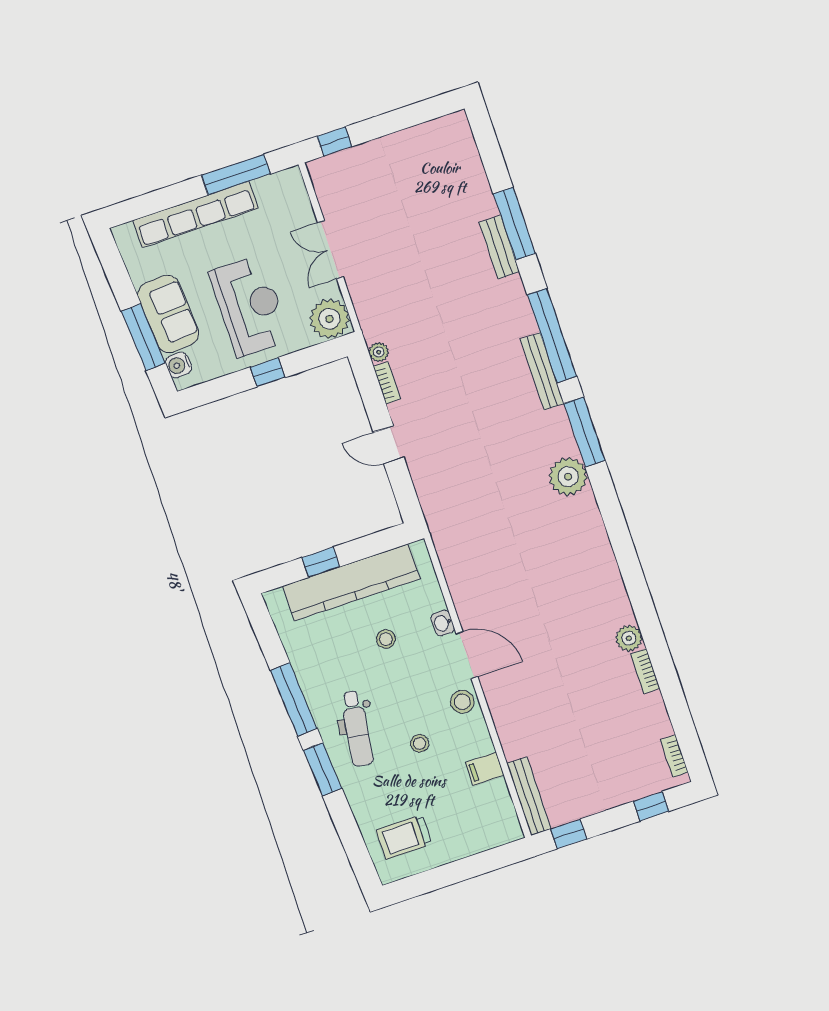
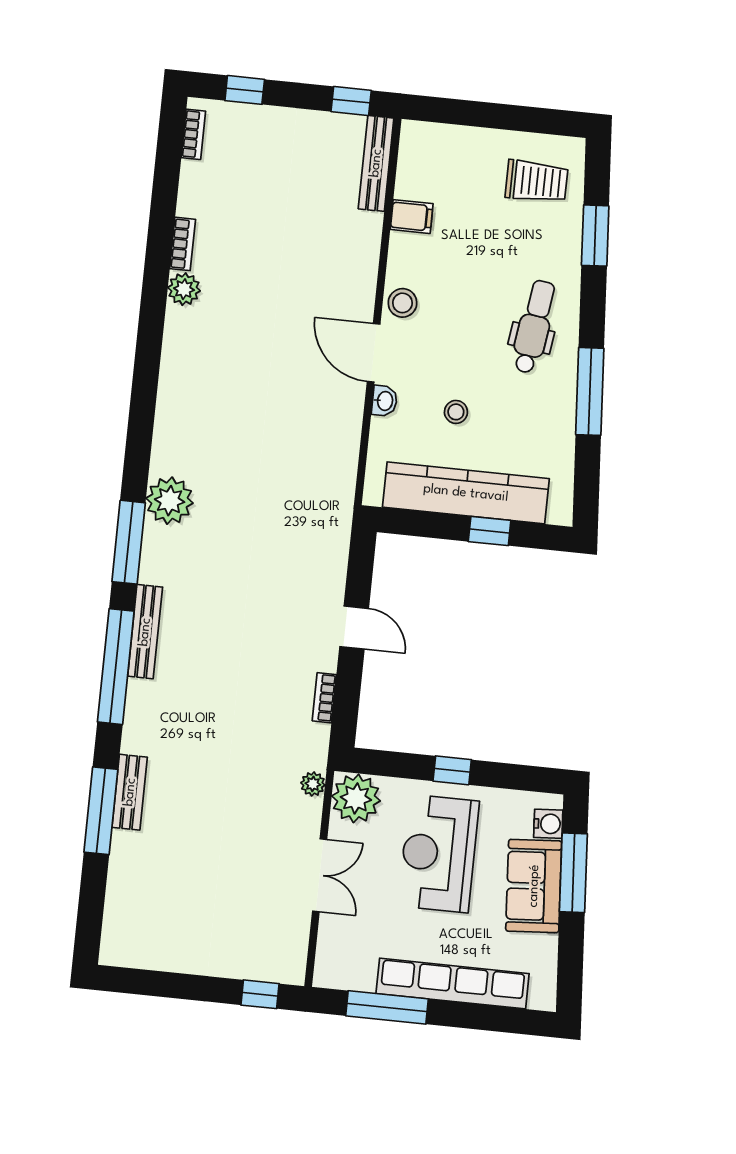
plant: (379, 352) -> (313, 784), moved
stool: (420, 743) -> (471, 278), removed
window: (323, 769) -> (595, 236), moved

